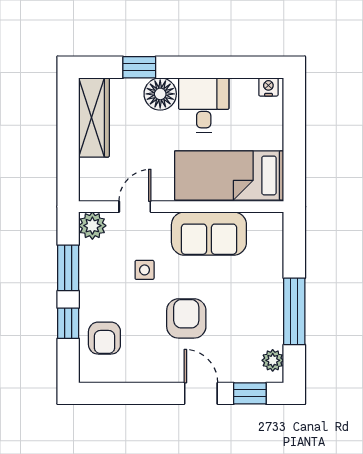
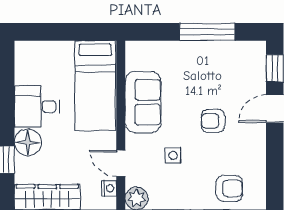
nightstand: (268, 87) -> (109, 188), moved, turned 180
armchair: (186, 318) -> (213, 121), width x0.72, depth x0.72
plant: (273, 360) -> (248, 50), removed

